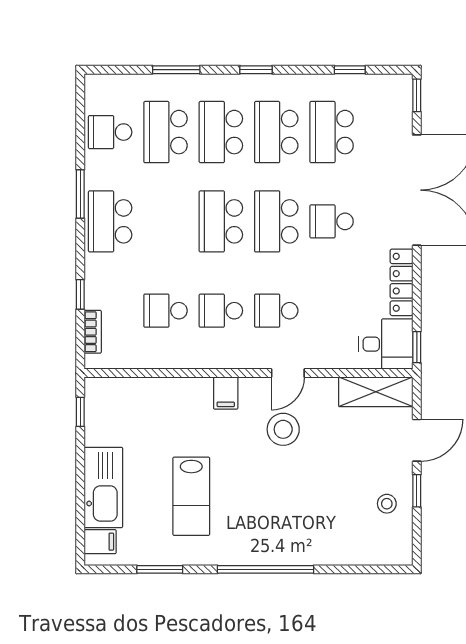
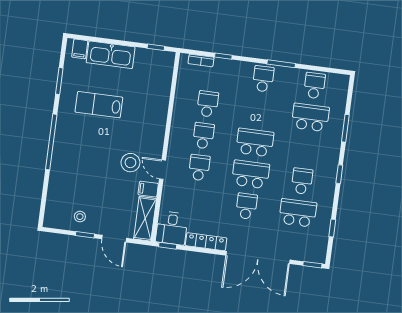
school desk: (221, 132) -> (306, 149), removed
school desk: (276, 132) -> (302, 181), width x0.54
school desk: (110, 221) -> (263, 79), width x0.54
filing cabinet: (226, 393) -> (148, 189), moved

